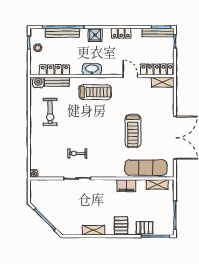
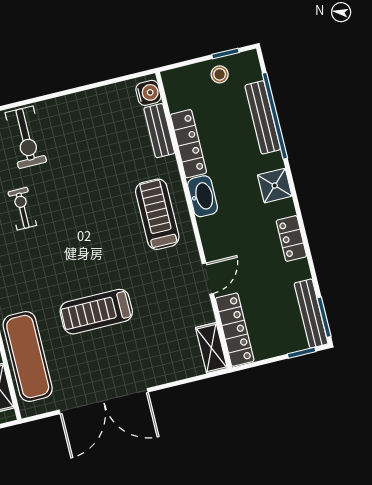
locker: (54, 70) -> (189, 144), moved
treadmill: (95, 92) -> (157, 214), turned 180
exercise bike: (50, 112) -> (26, 137), moved, turned -90

